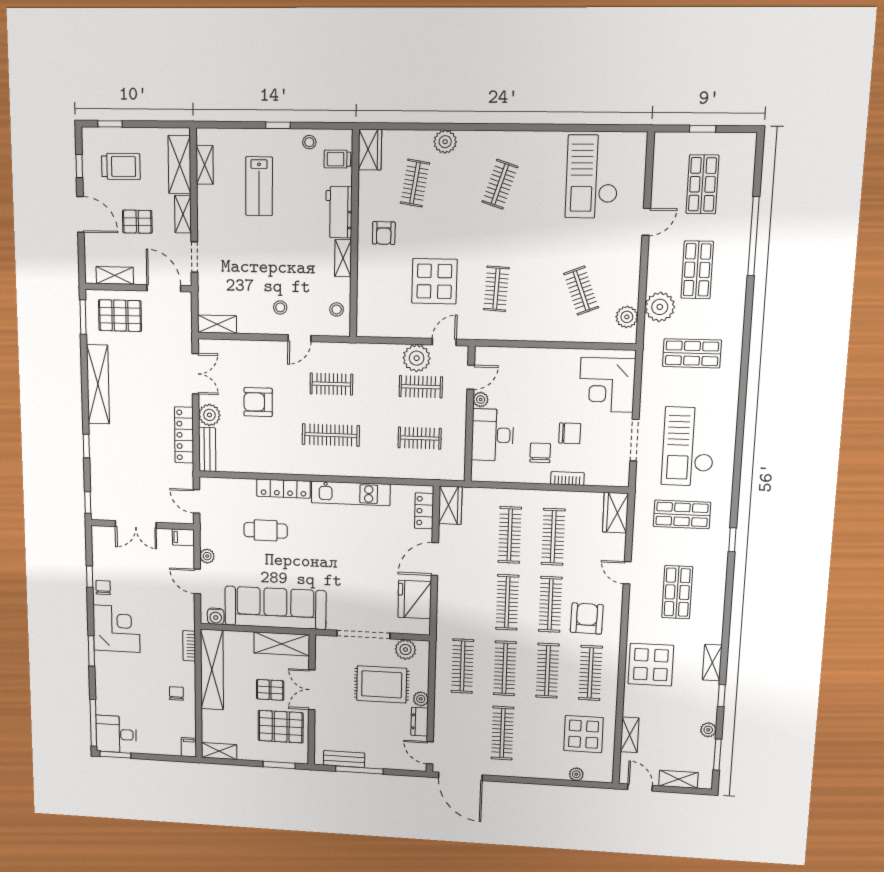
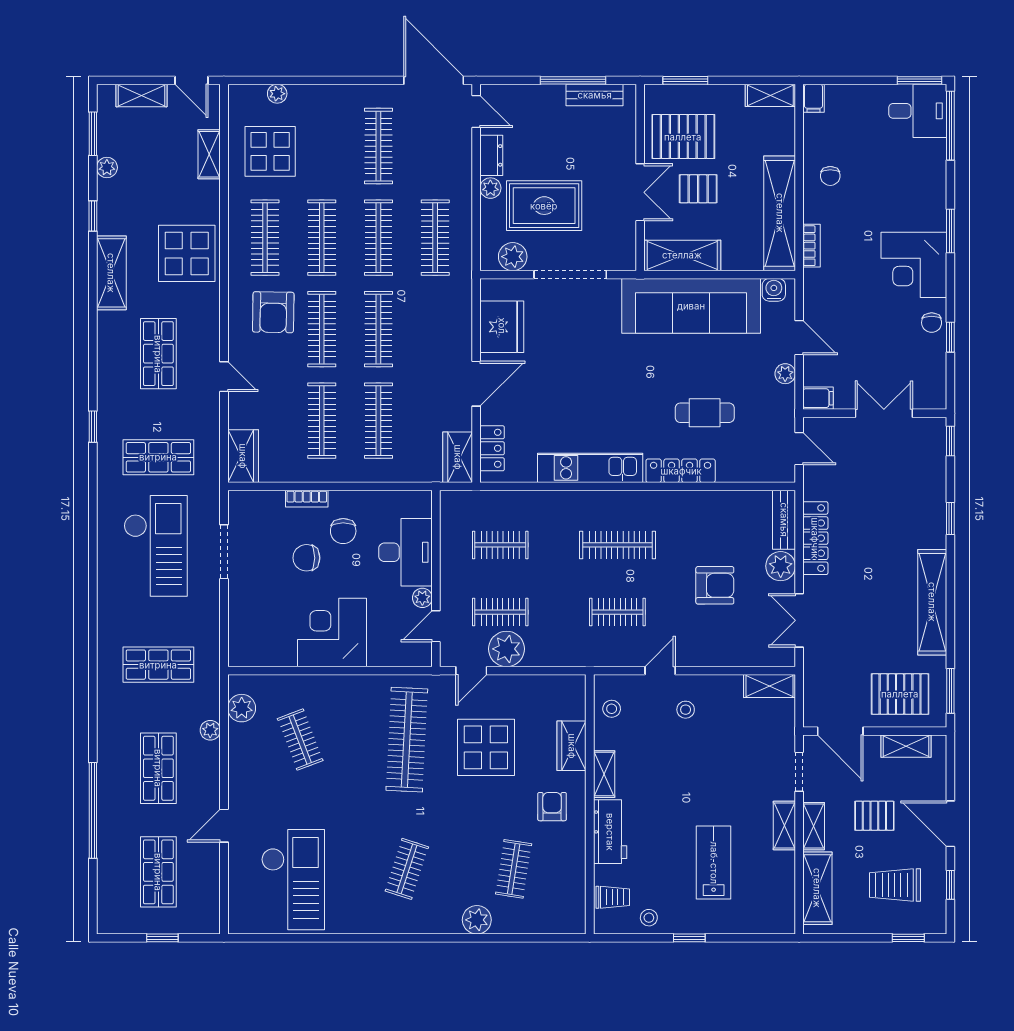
wardrobe: (370, 150) -> (572, 746), moved
shelving: (205, 165) -> (784, 826), moved
clothes rail: (496, 289) -> (407, 740), width x1.86, depth x1.31
plant: (660, 307) -> (210, 730), width x0.53, depth x0.53
corner desk: (607, 385) -> (332, 632), moved, turned -90
shelving: (712, 663) -> (111, 273), width x1.50, depth x1.33

